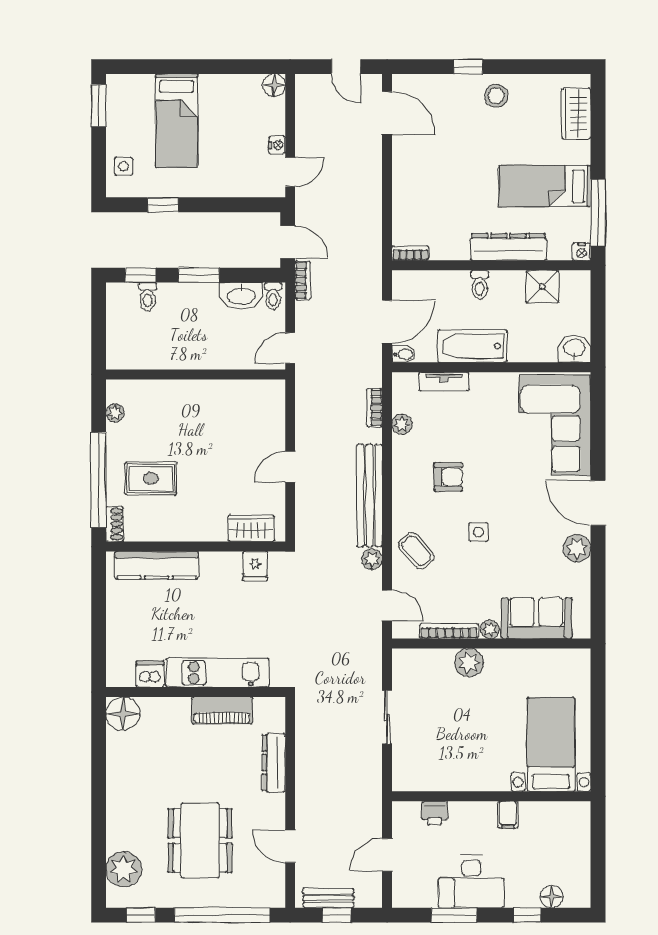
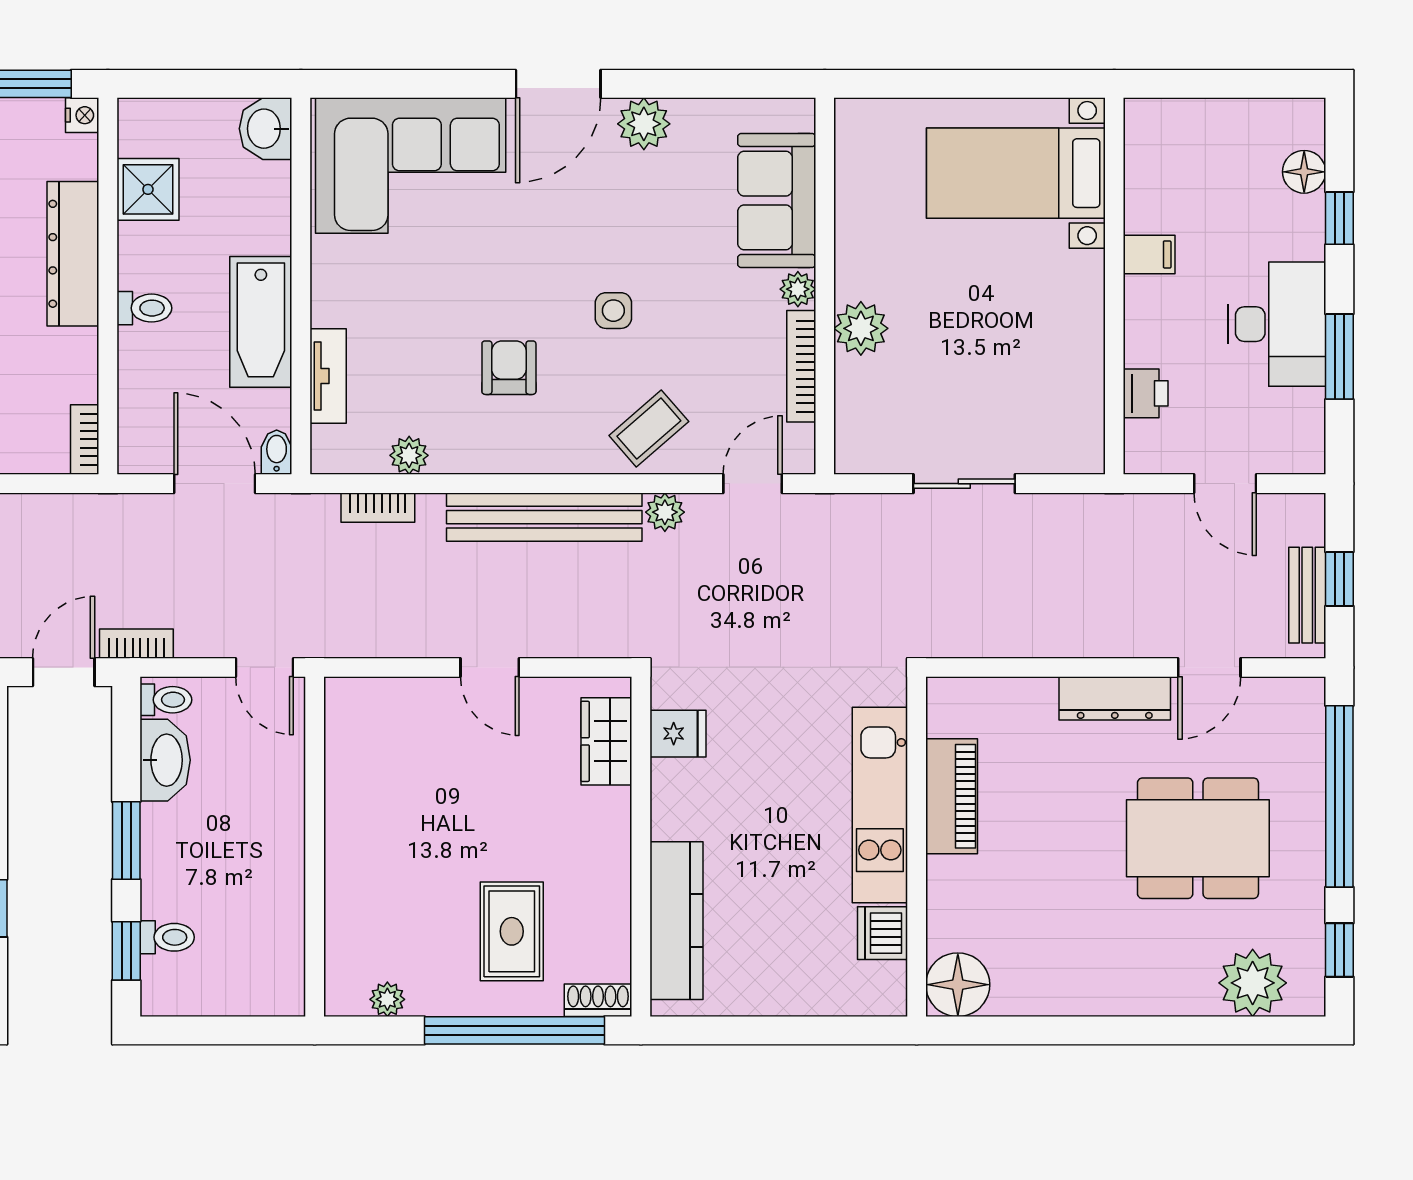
dresser: (274, 763) -> (1115, 698), moved

